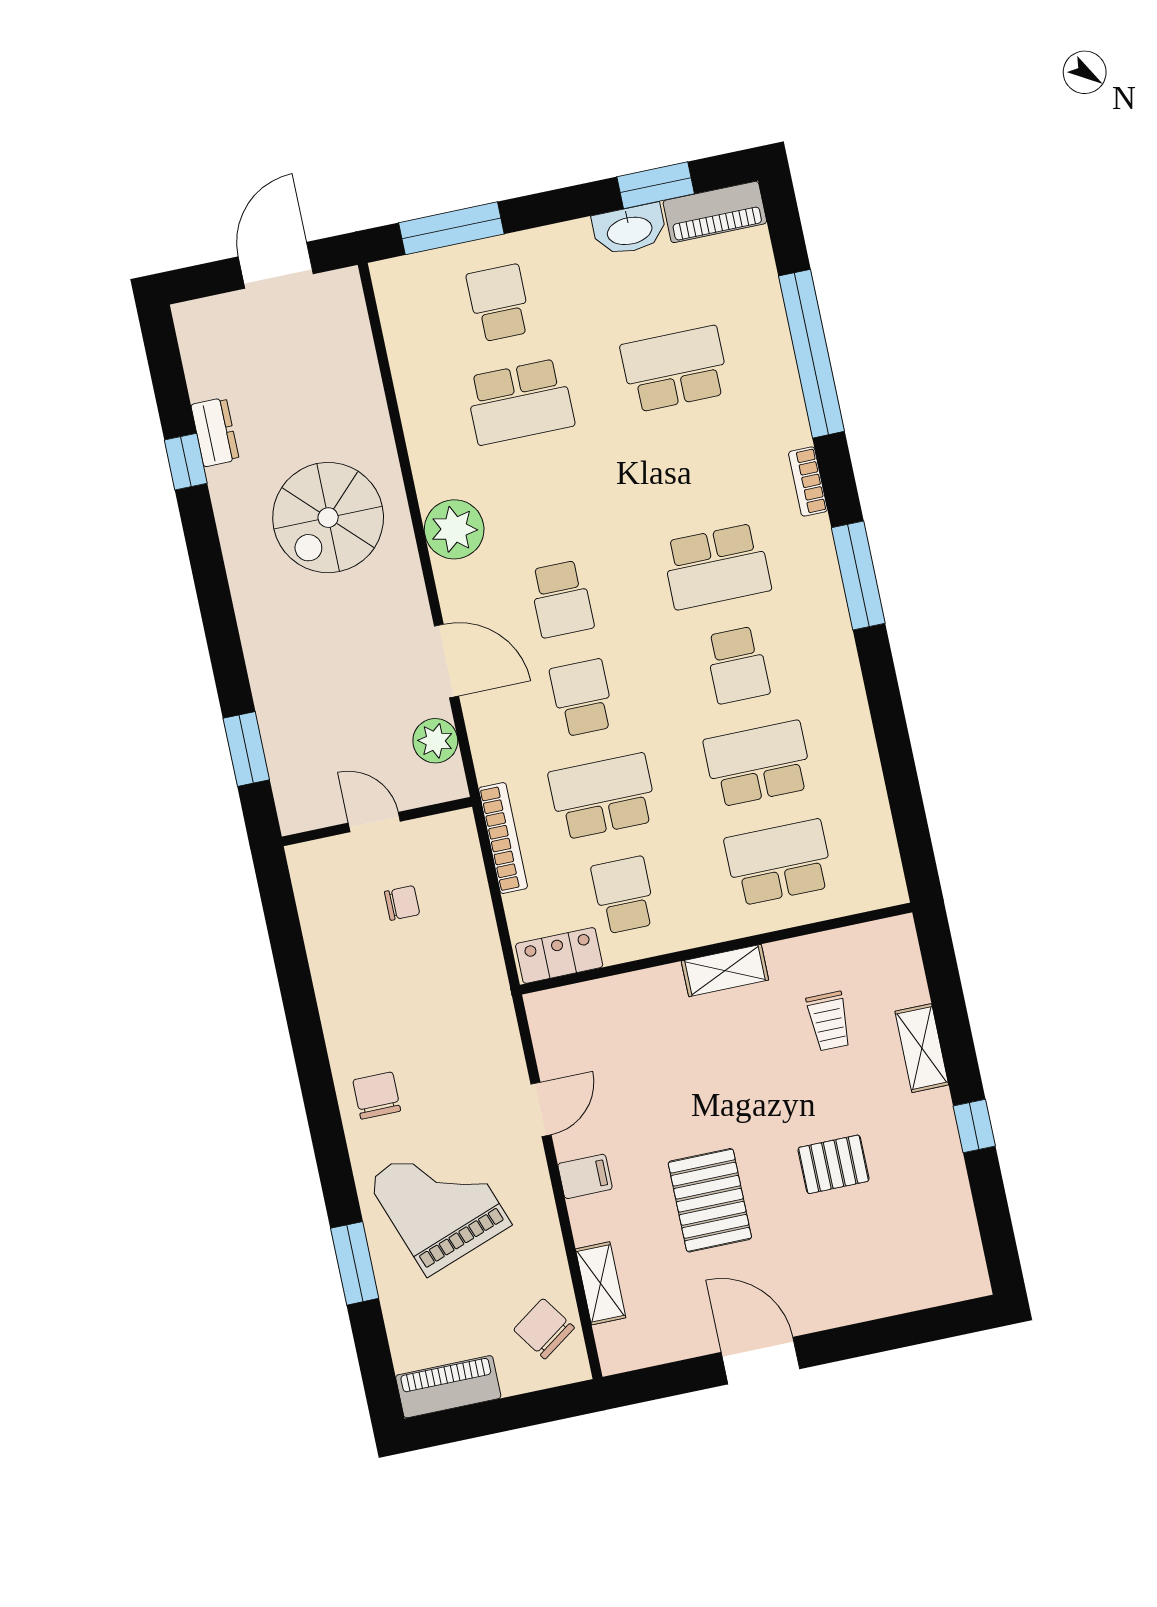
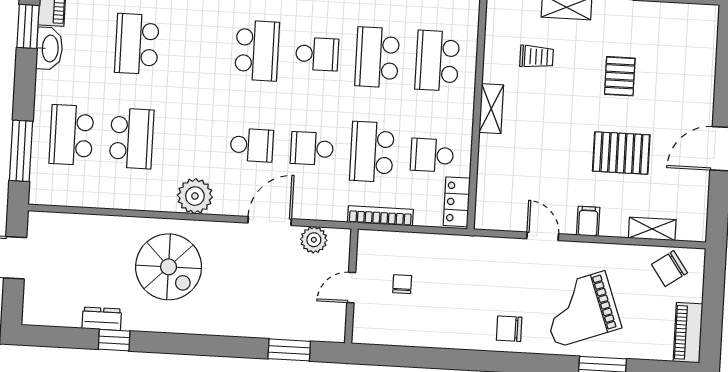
school desk: (499, 303) -> (71, 135), width x1.85

